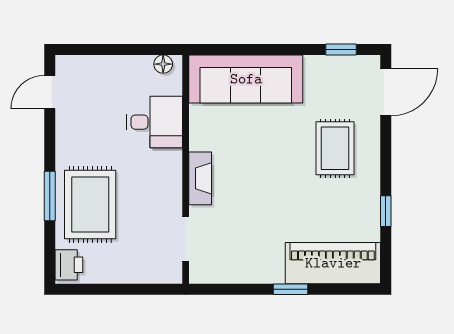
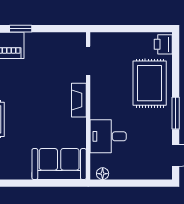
sofa: (246, 79) -> (59, 164), width x0.73
window: (50, 196) -> (176, 113), moved

